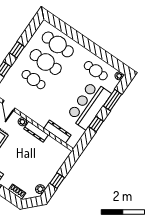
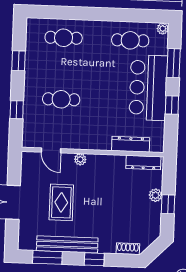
cafe table: (58, 44) -> (64, 38), width x0.73, depth x0.74
window: (17, 50) -> (19, 61), moved
cafe table: (46, 62) -> (62, 69), removed
dresser: (36, 132) -> (143, 163), moved
plant: (40, 189) -> (156, 195), moved

